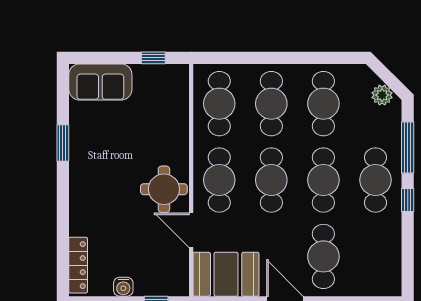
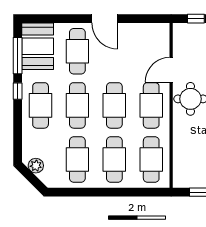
window: (408, 147) -> (18, 56), moved
door: (191, 230) -> (171, 70), swing flipped
booth: (226, 274) -> (38, 46), moved, turned 90

